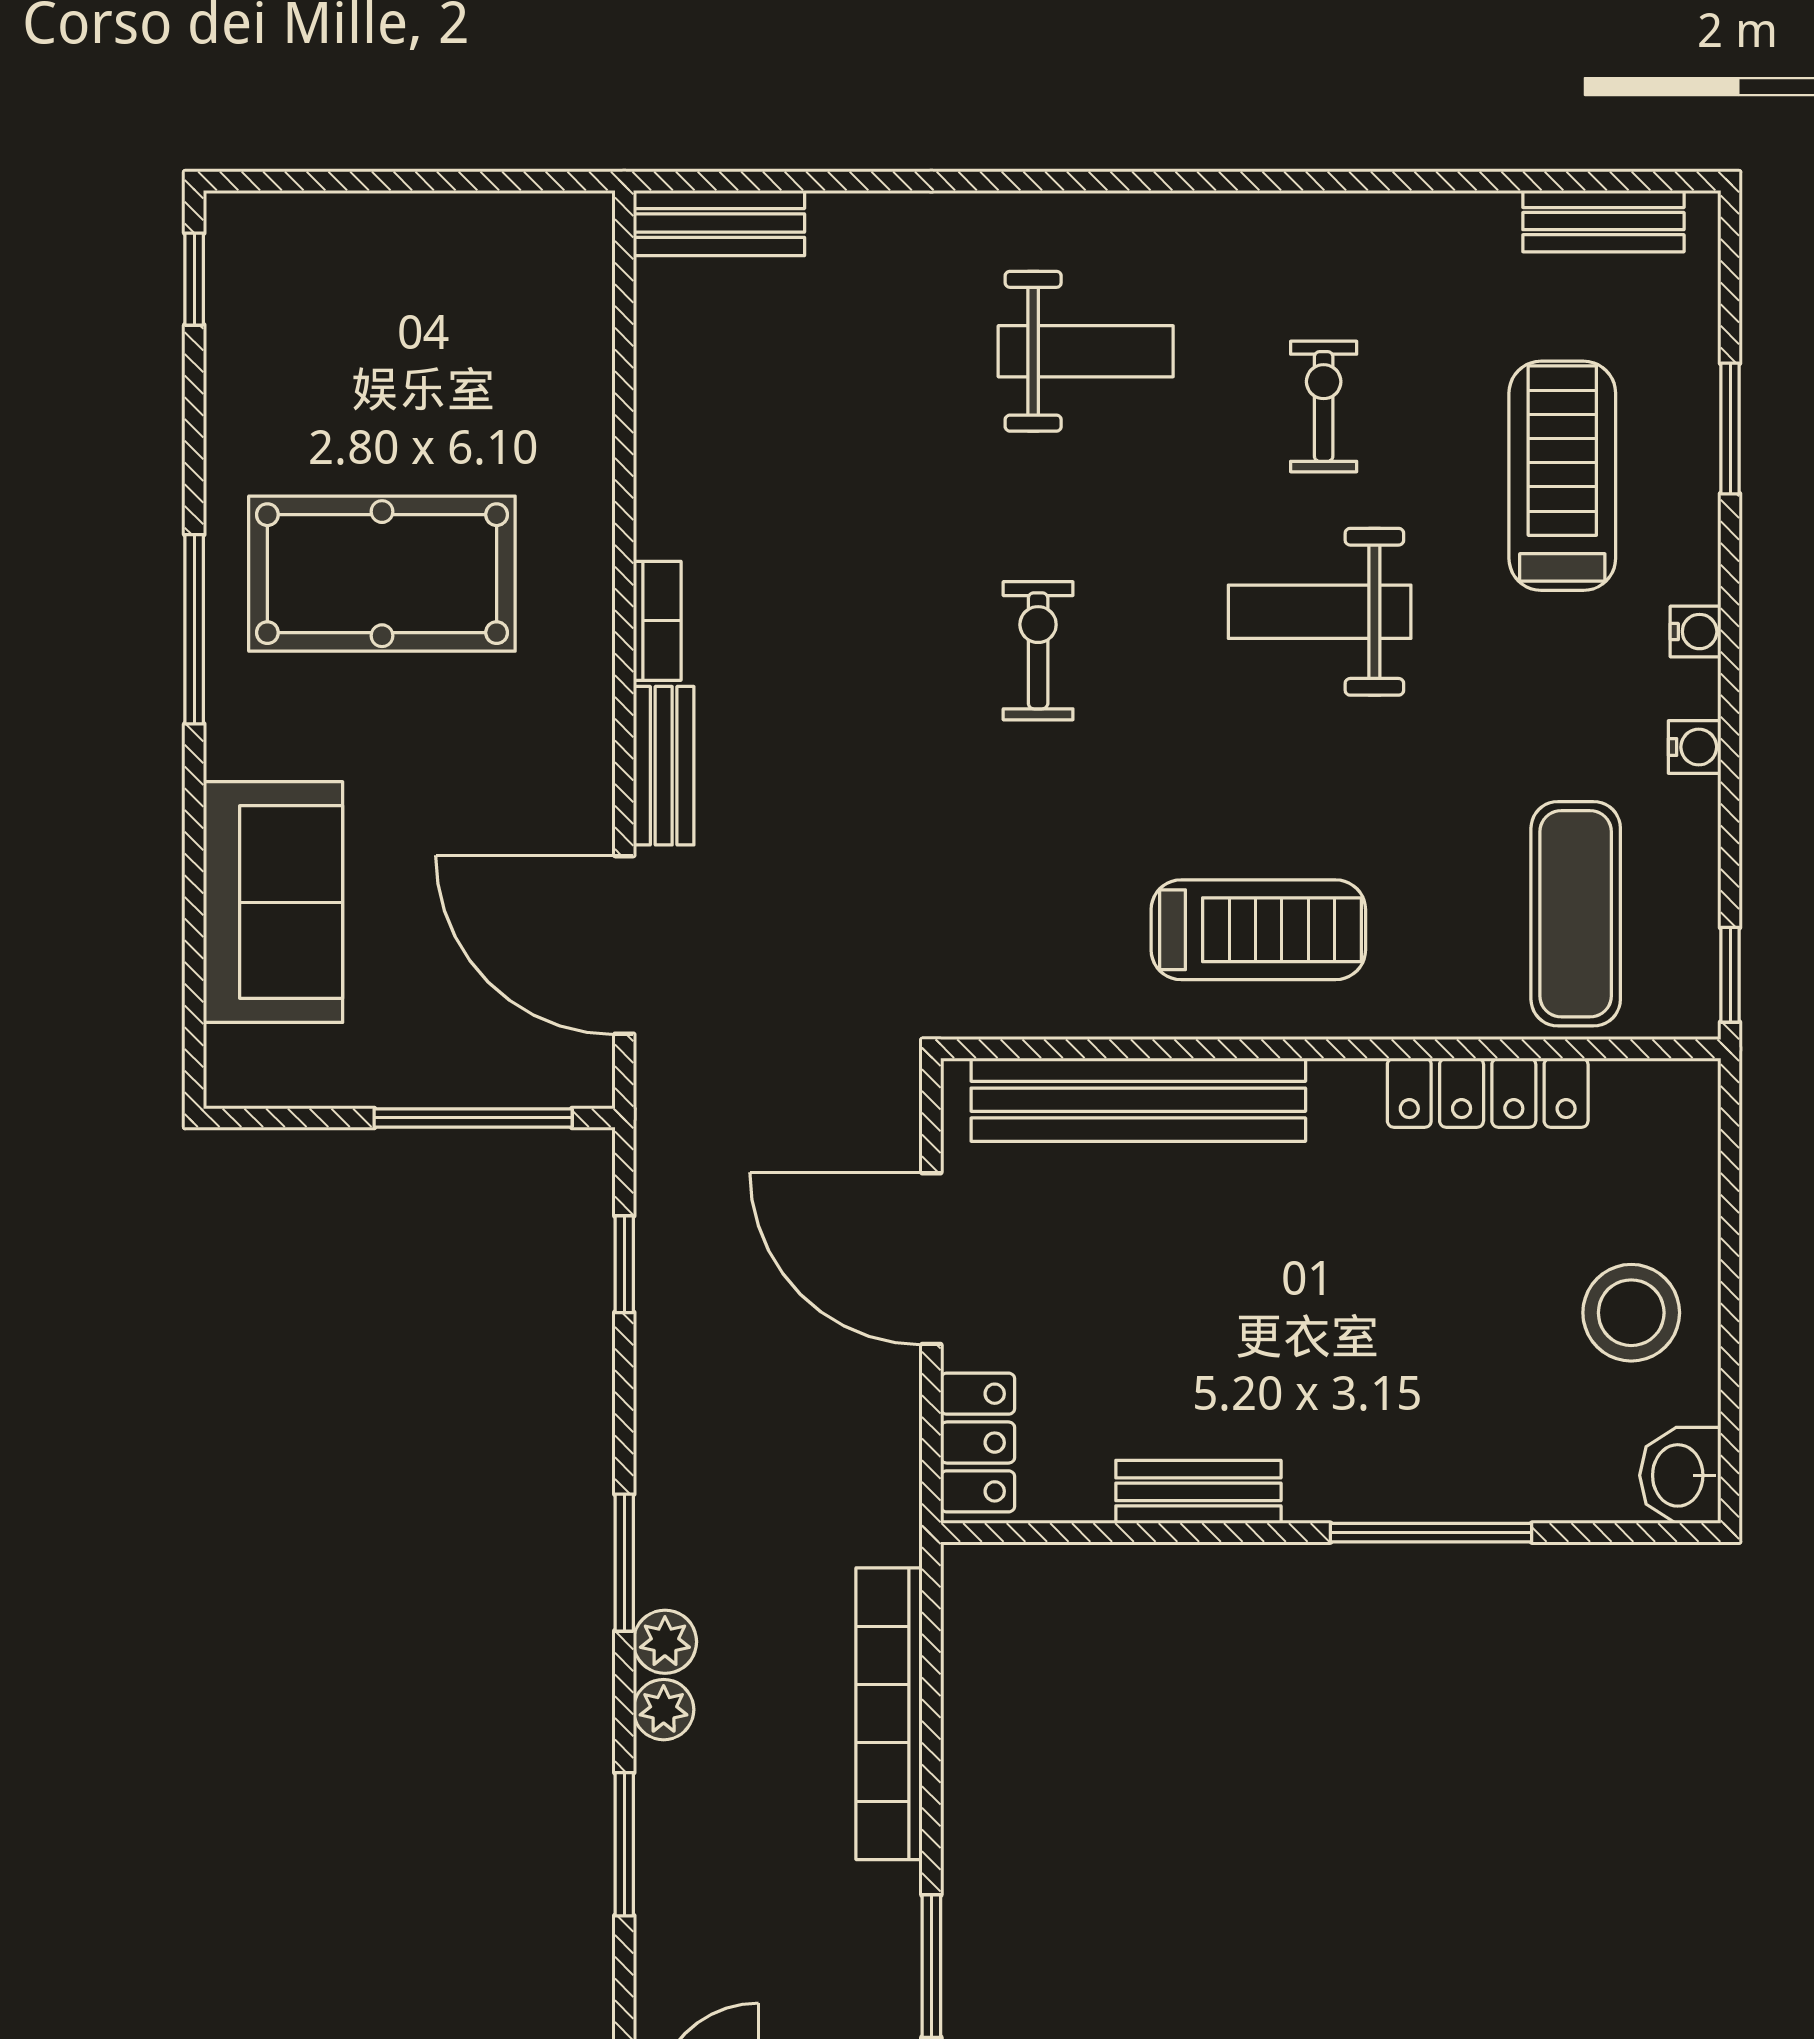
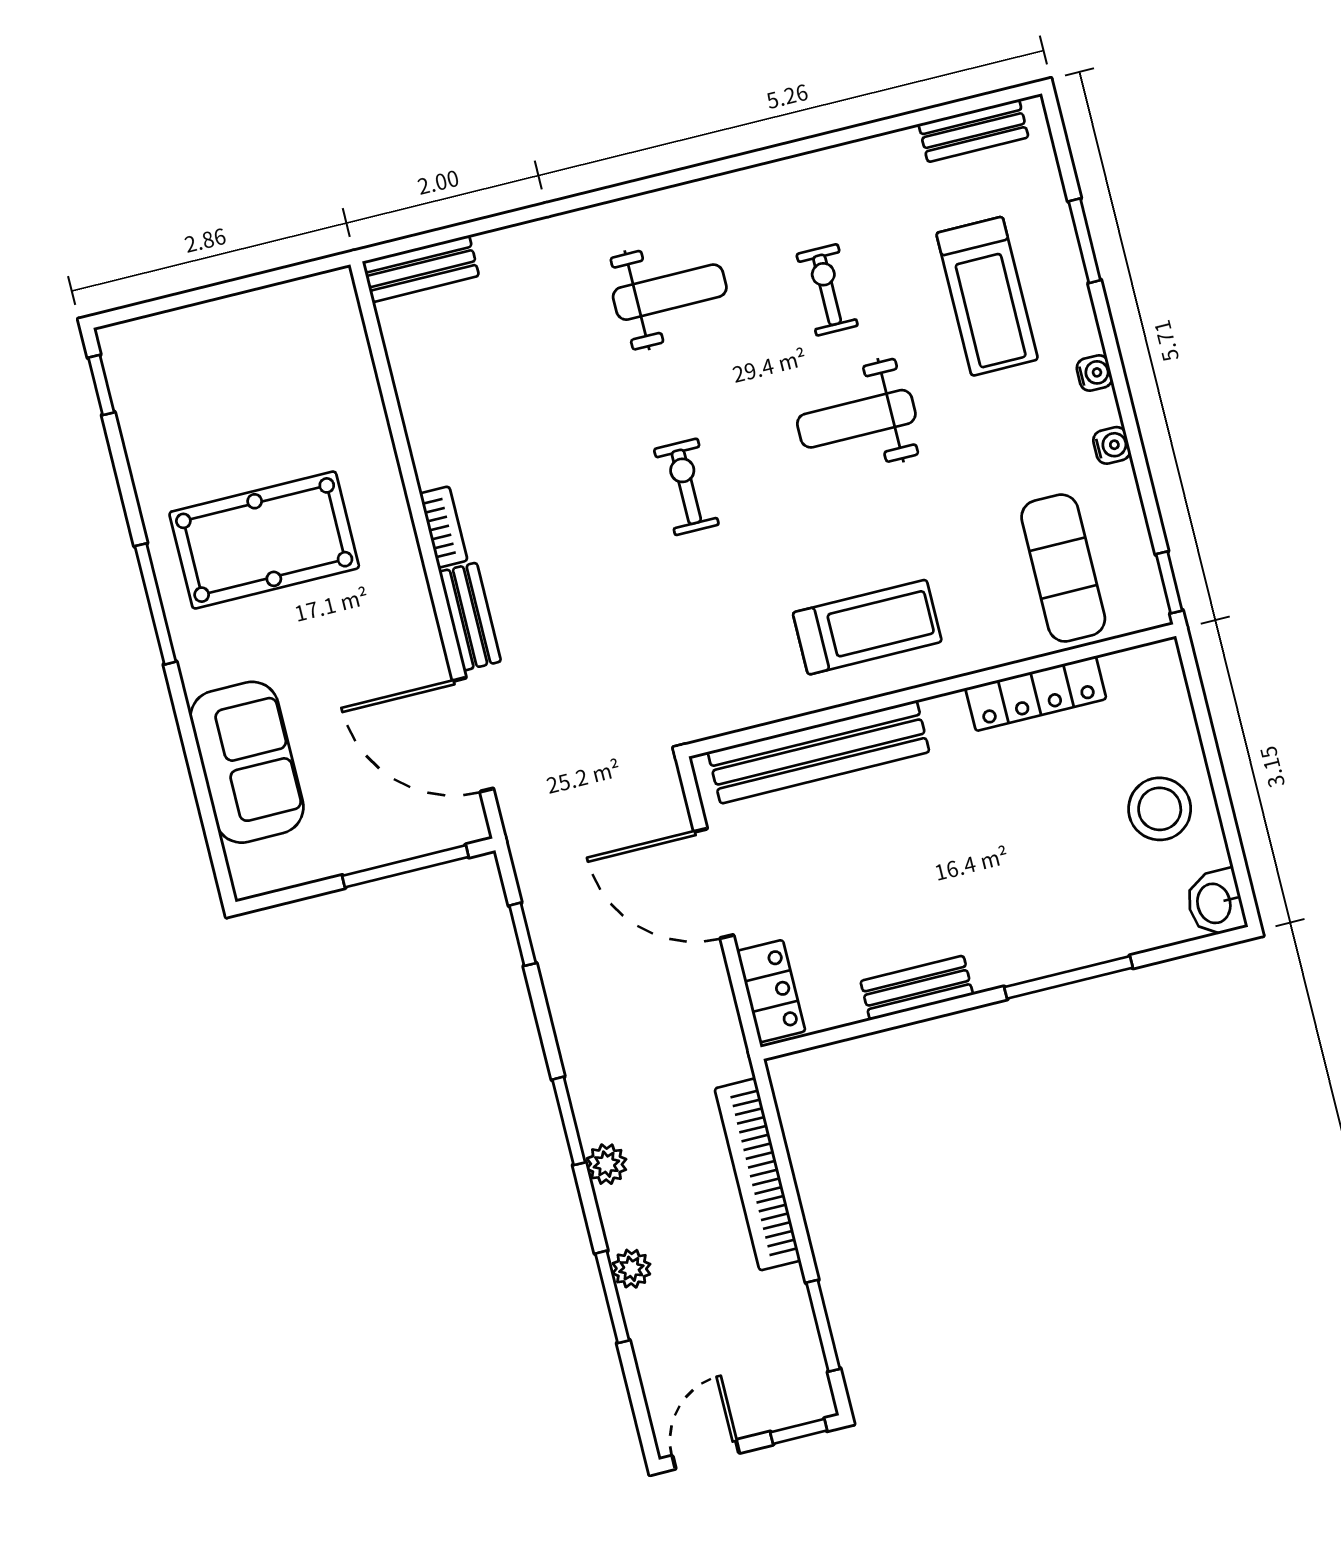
treadmill: (1562, 476) -> (987, 296), turned 180
plant: (664, 1710) -> (631, 1269), moved

